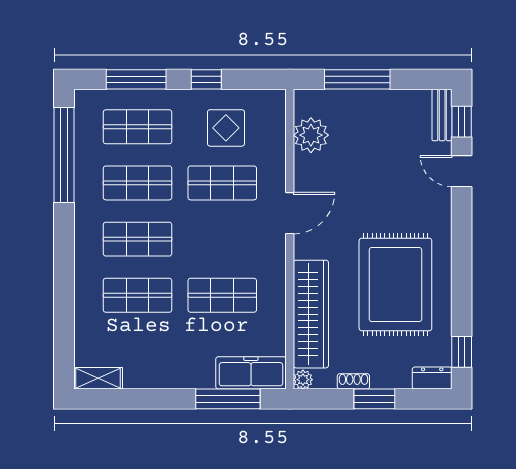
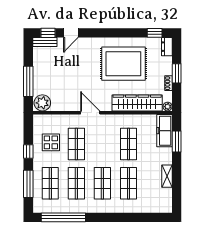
plant: (311, 135) -> (42, 103), moved
shelving: (98, 378) -> (167, 176), moved
window: (228, 399) -> (177, 141), width x0.69

